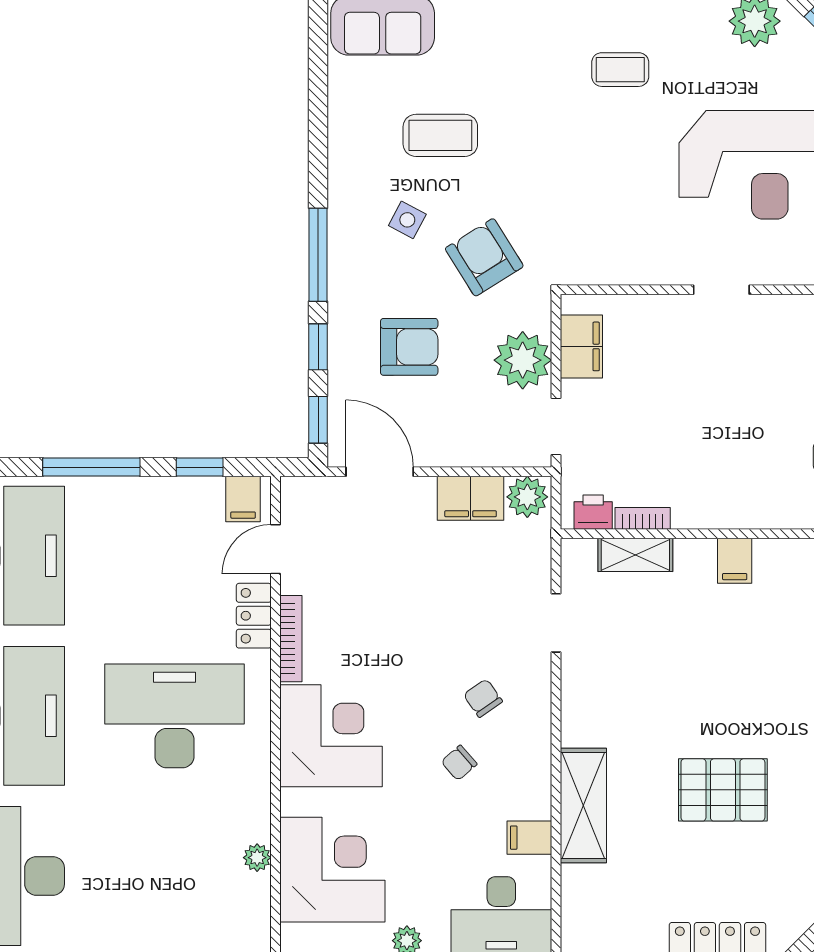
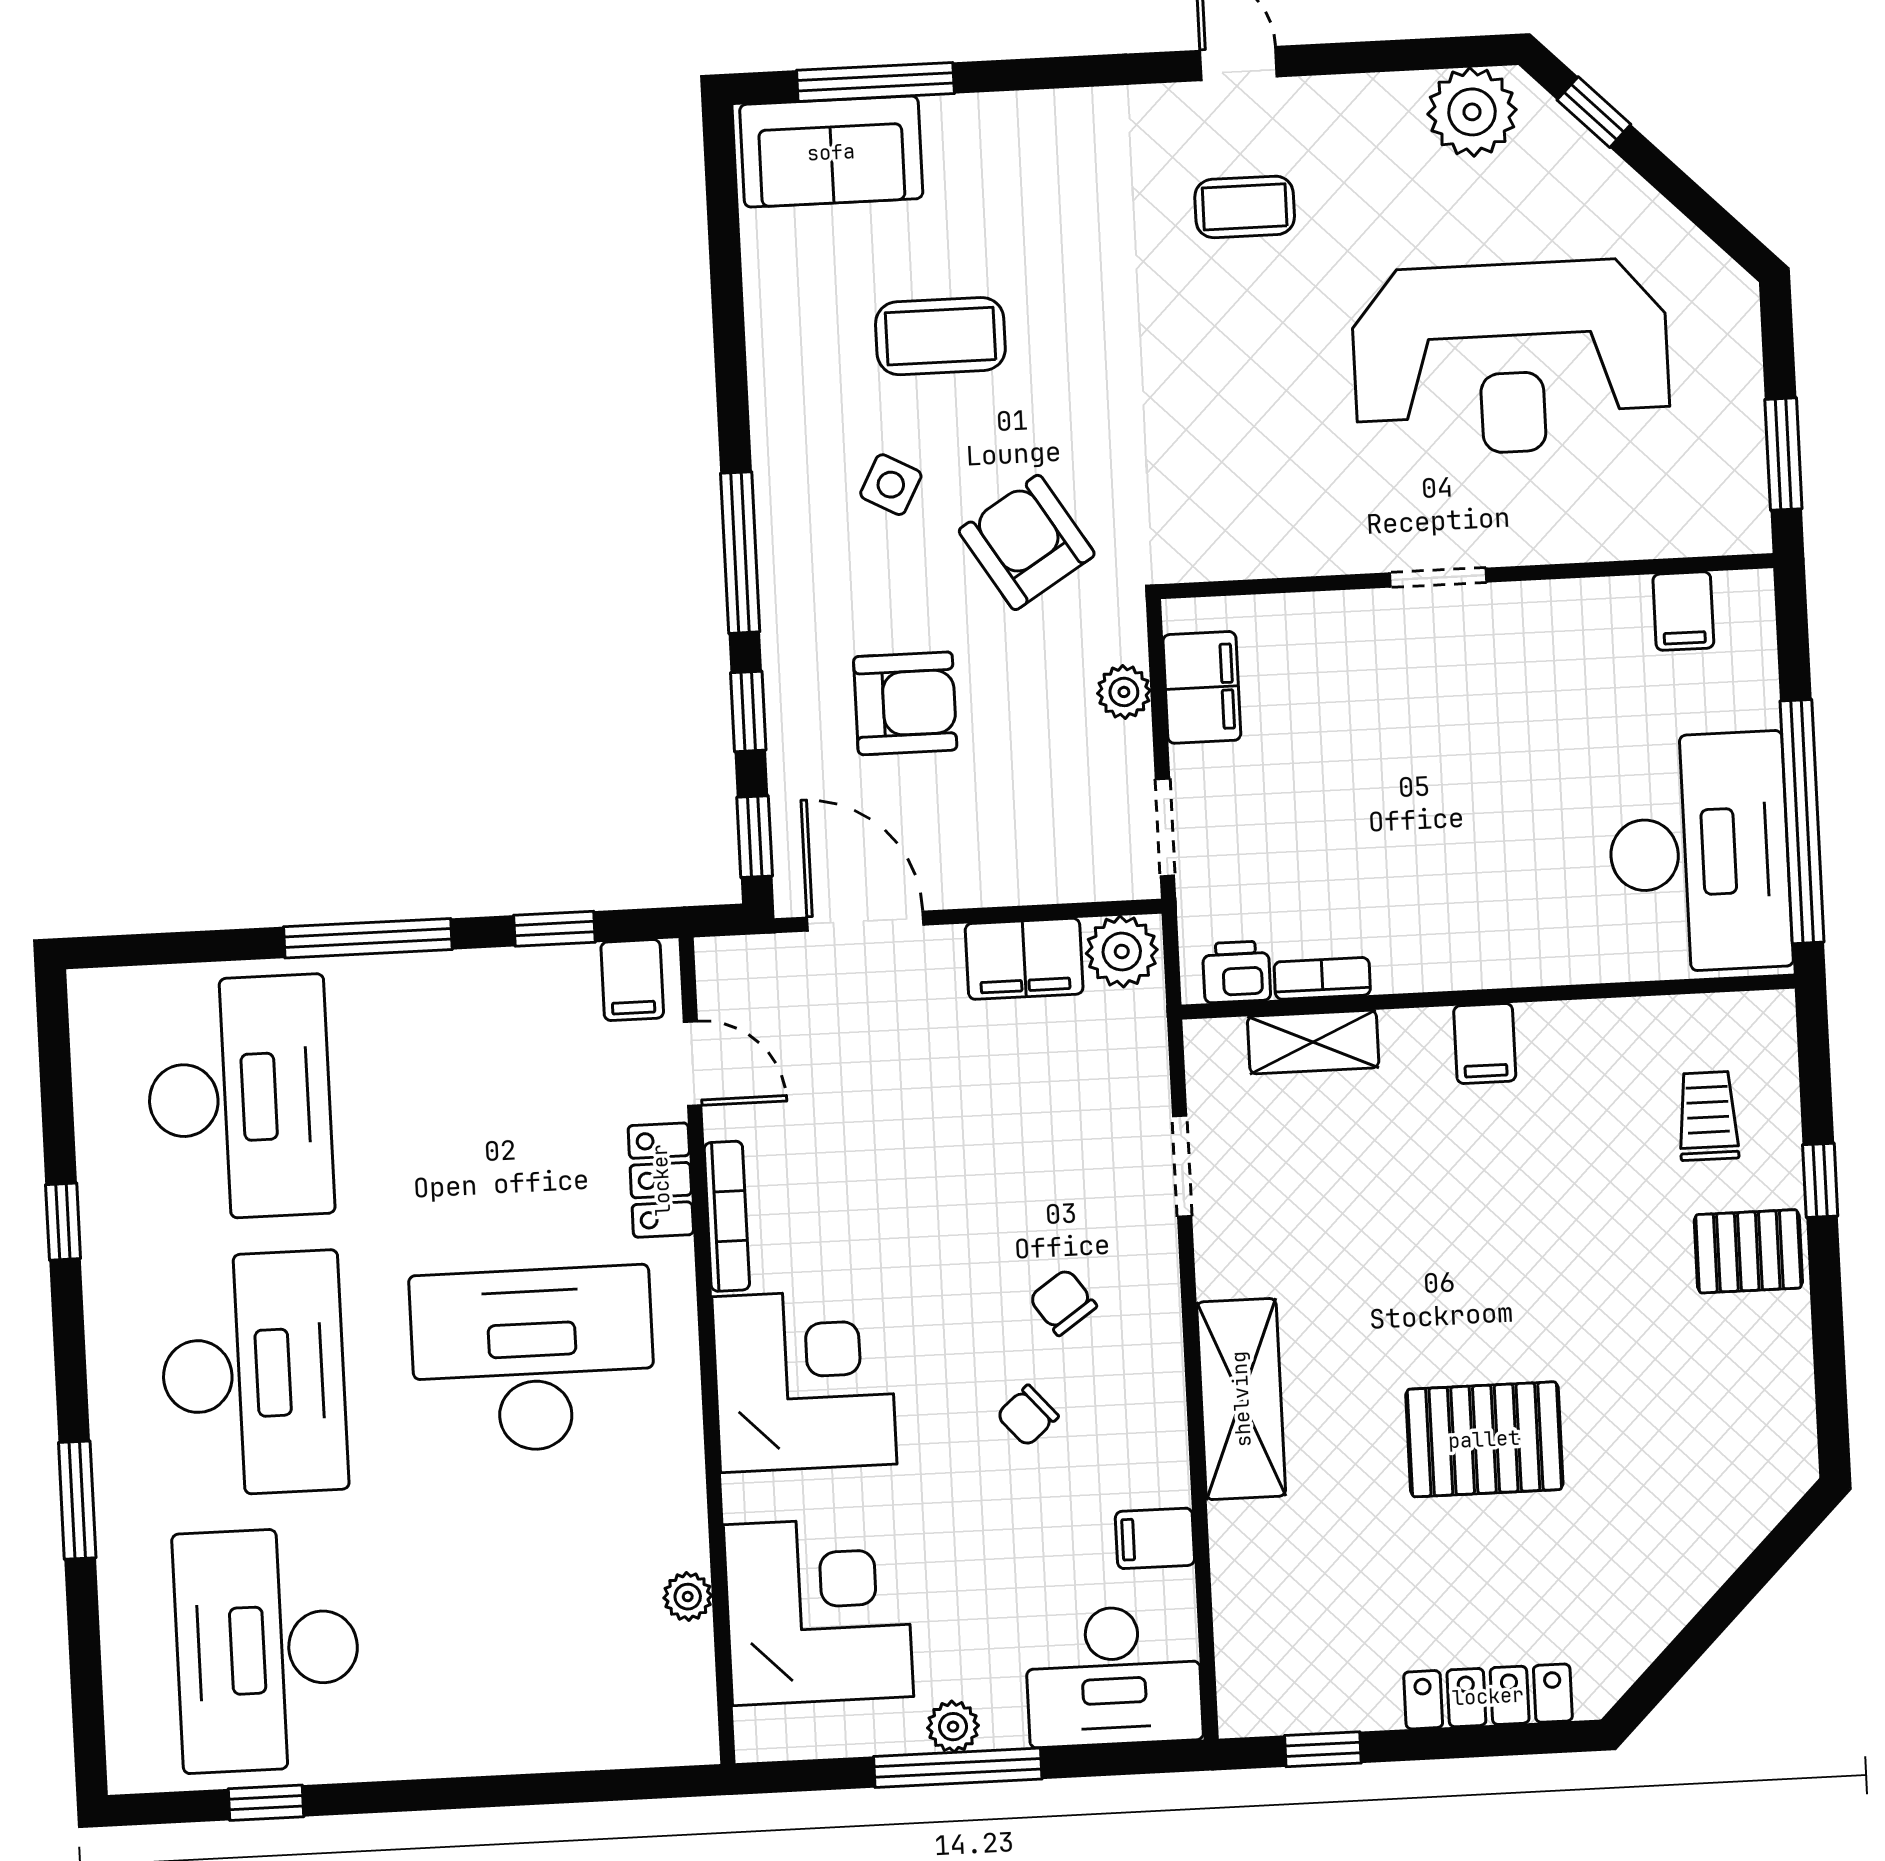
plant: (523, 360) -> (1124, 692), width x0.53, depth x0.53
door: (275, 549) -> (692, 1063), swing flipped
shelving: (583, 805) -> (1241, 1399), moved

